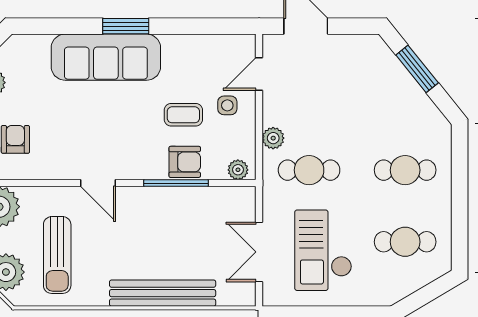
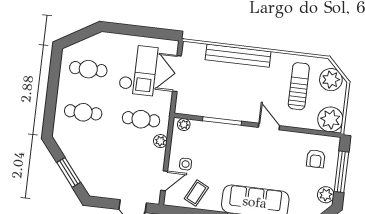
coffee table: (183, 115) -> (196, 193), moved, turned -63
armchair: (185, 162) -> (215, 133), removed
double door: (259, 252) -> (177, 74), swing flipped

